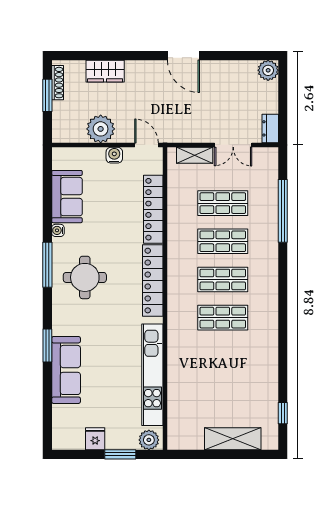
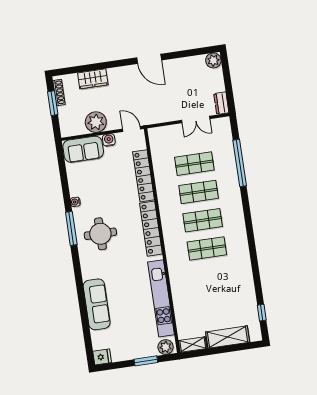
shelving: (195, 155) -> (193, 345), moved
sofa: (67, 197) -> (83, 149), moved, turned 90
window: (47, 345) -> (80, 288), removed
fridge: (95, 439) -> (102, 357), moved, turned 90

